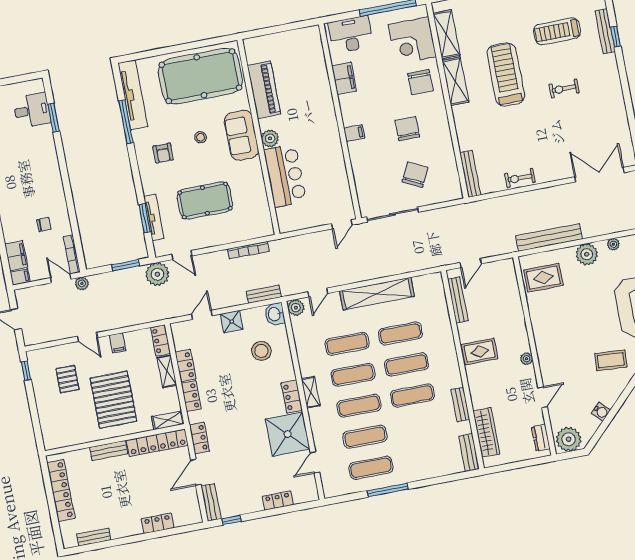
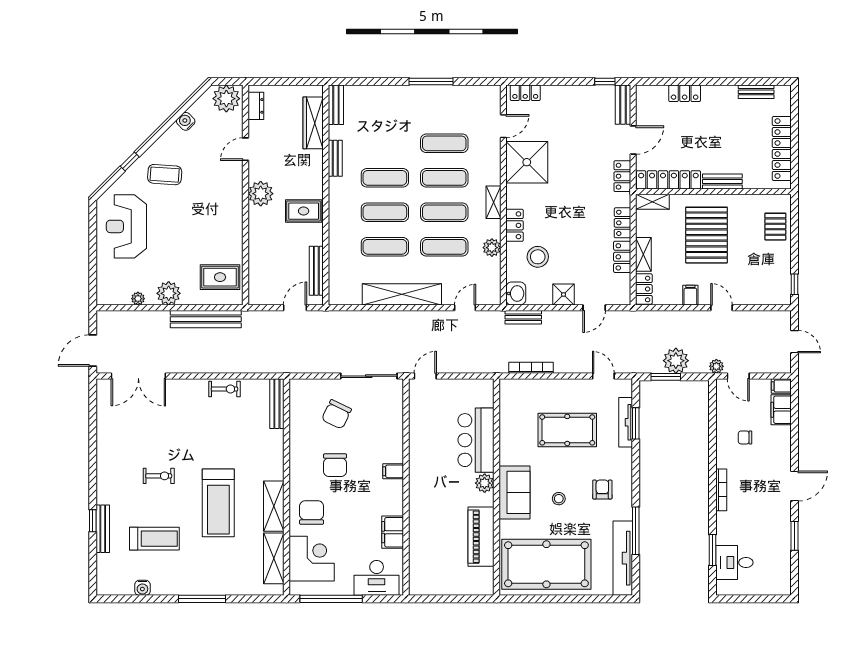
bookcase: (72, 254) -> (721, 490), moved
plant: (157, 274) -> (676, 361), moved
plant: (296, 308) -> (492, 248), moved
plant: (527, 359) -> (261, 194), width x1.87, depth x1.87
pallet: (68, 379) -> (775, 227), moved
locker: (292, 397) -> (515, 225), moved
exercise mat: (371, 468) -> (444, 109), removed
locker: (278, 501) -> (525, 93), moved

